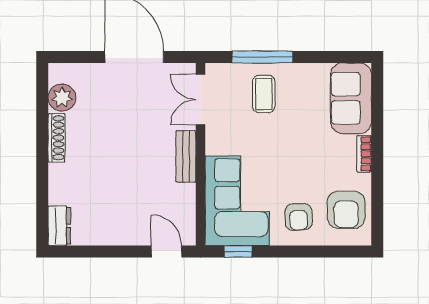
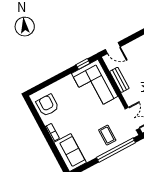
window: (262, 57) -> (116, 150), width x1.46
bench: (186, 156) -> (119, 80), moved
armchair: (299, 217) -> (66, 92), removed

